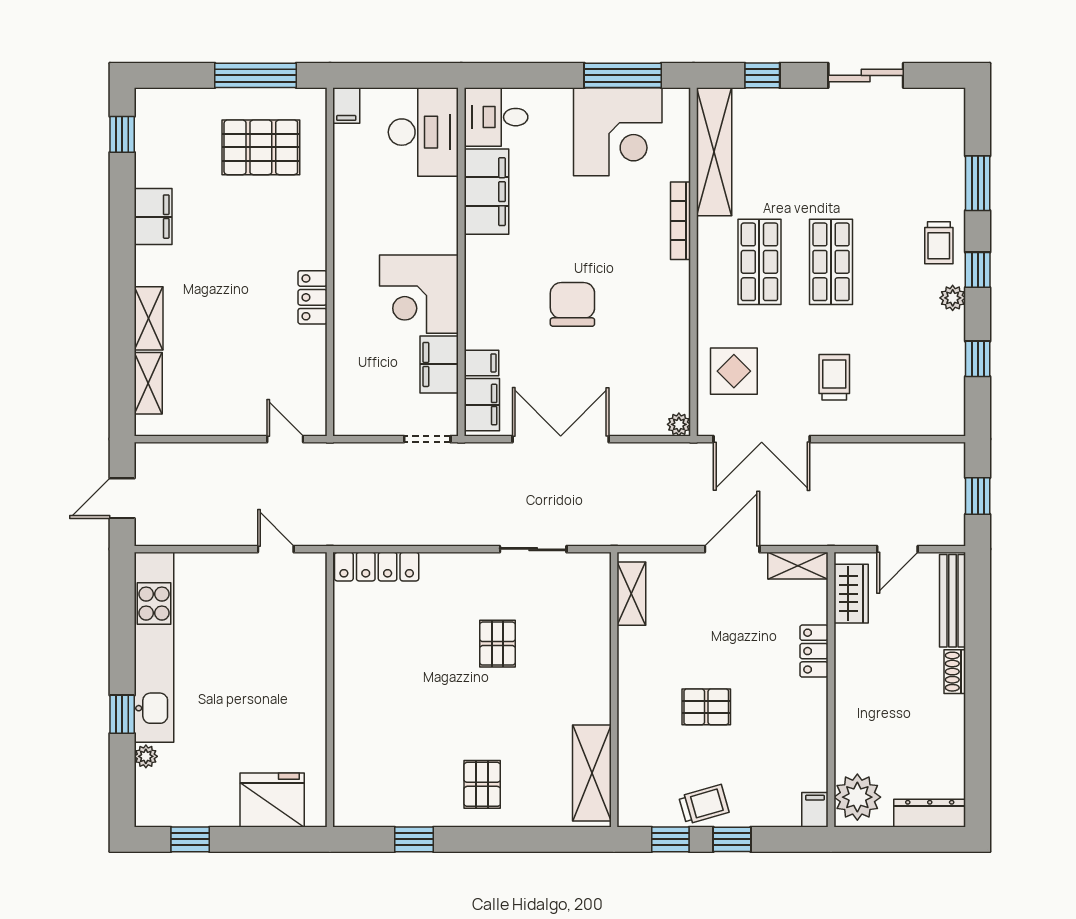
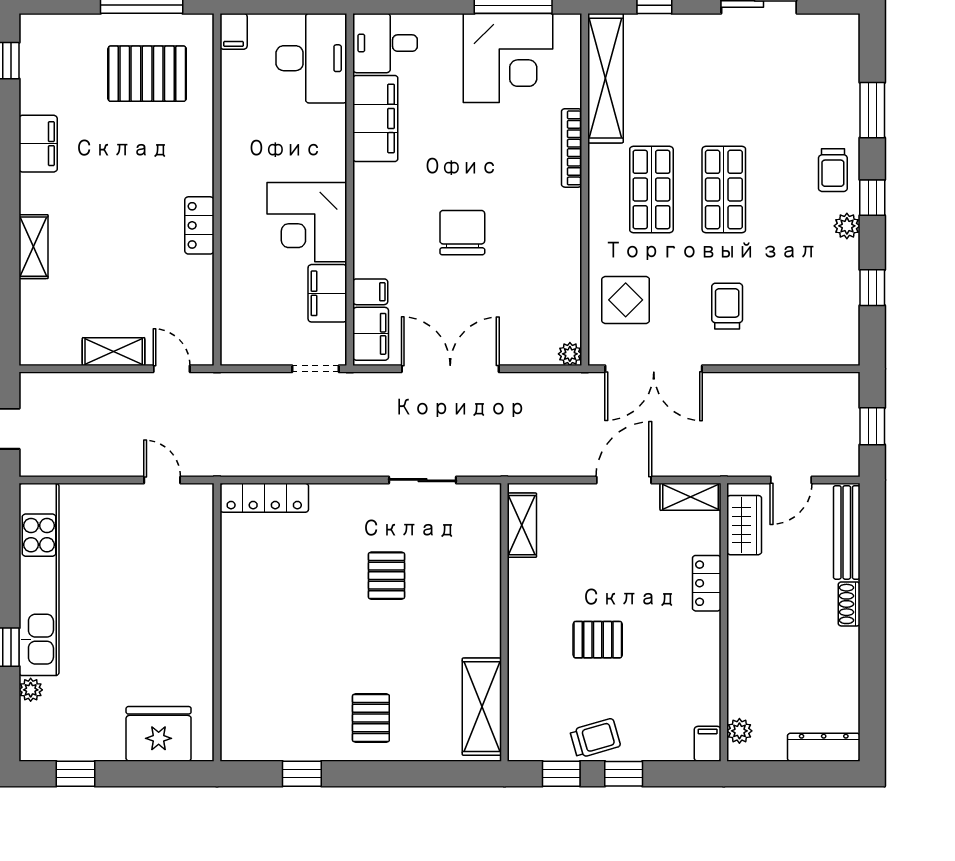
shelving: (148, 383) -> (114, 352), moved, turned 90
plant: (857, 797) -> (739, 731), width x0.53, depth x0.53

